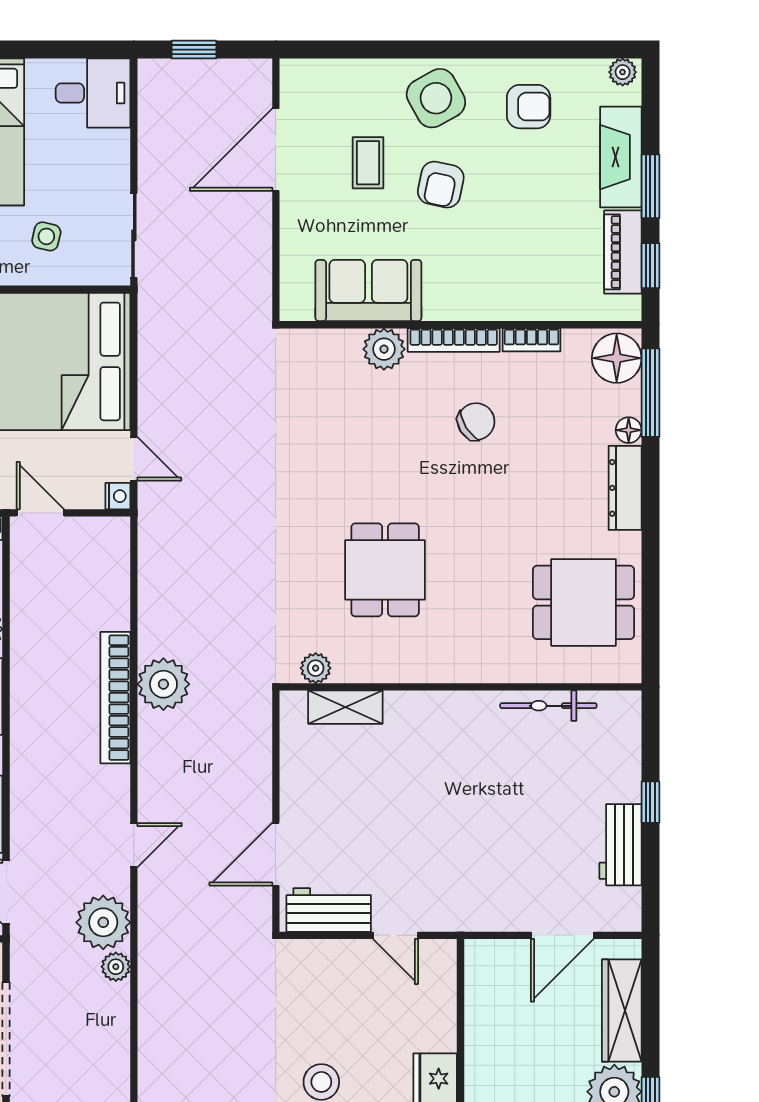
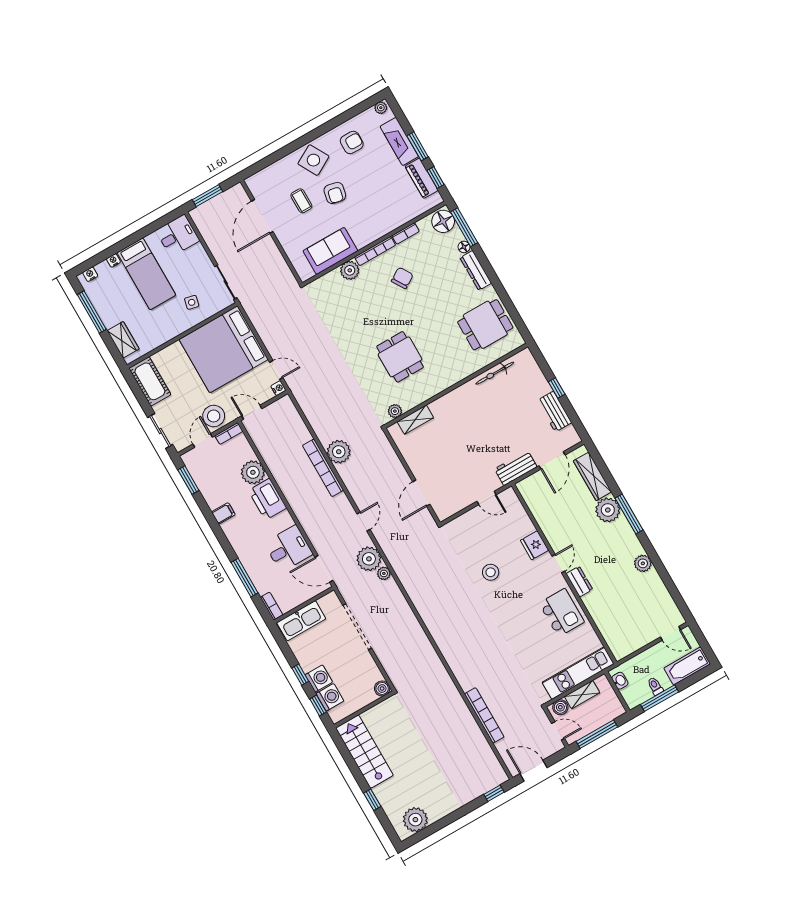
window: (194, 50) -> (207, 196), width x1.50
workbench: (329, 910) -> (516, 468), moved

